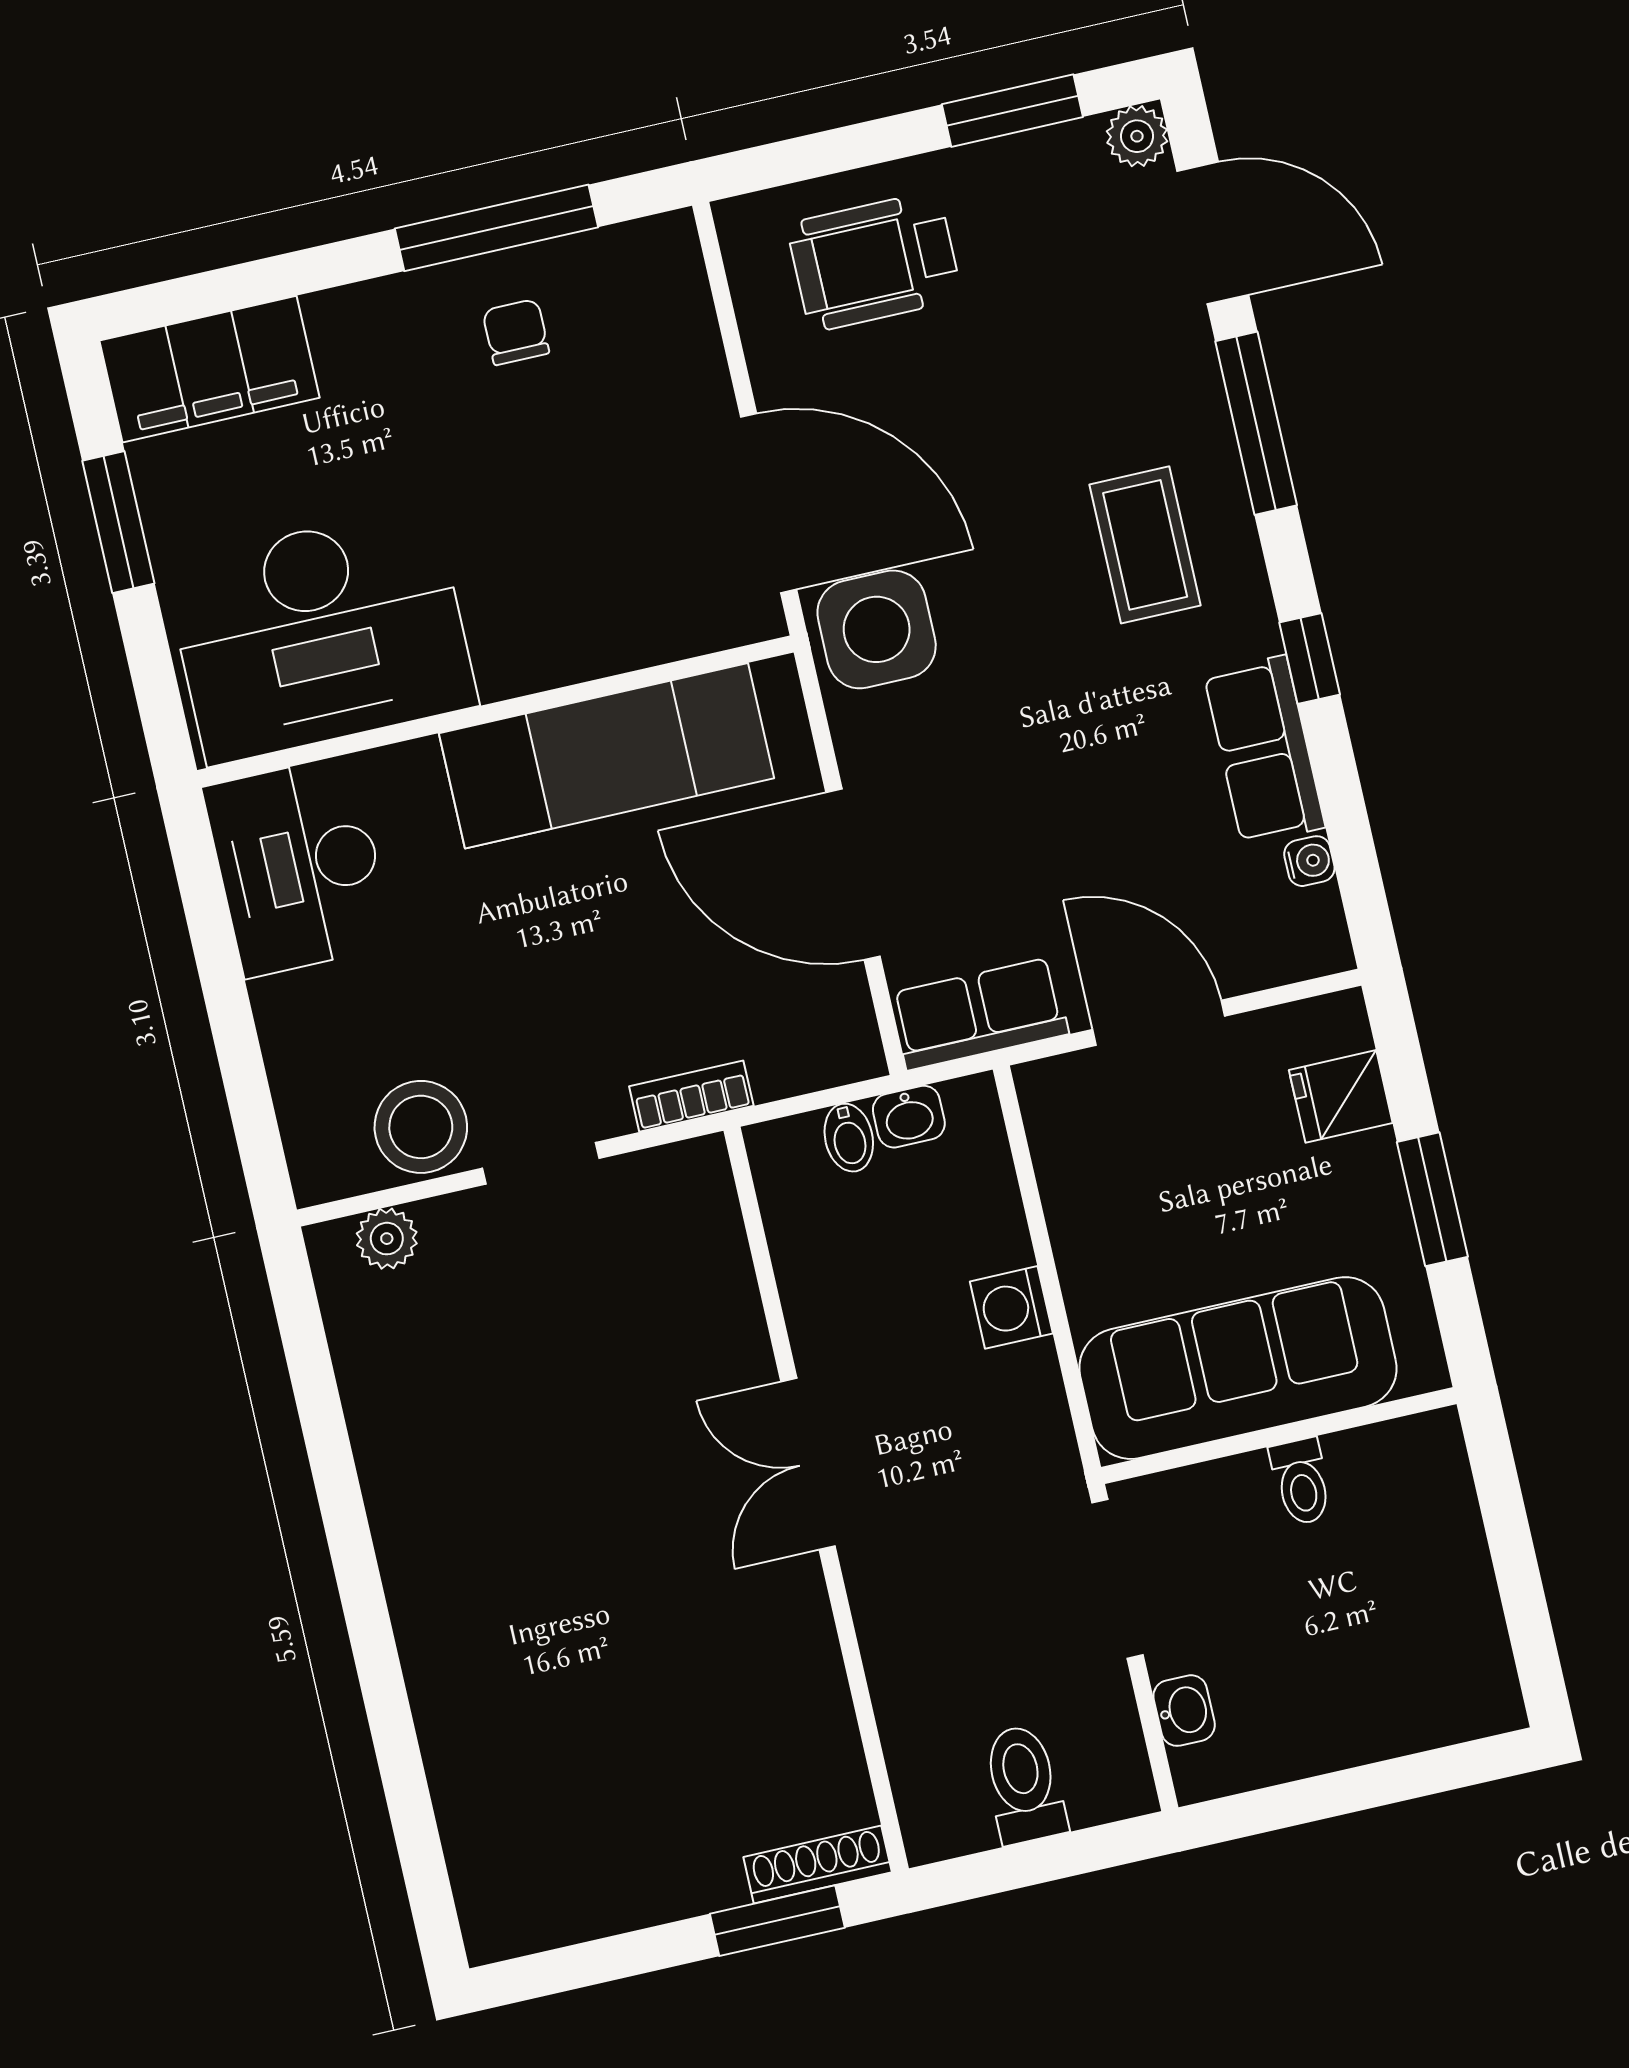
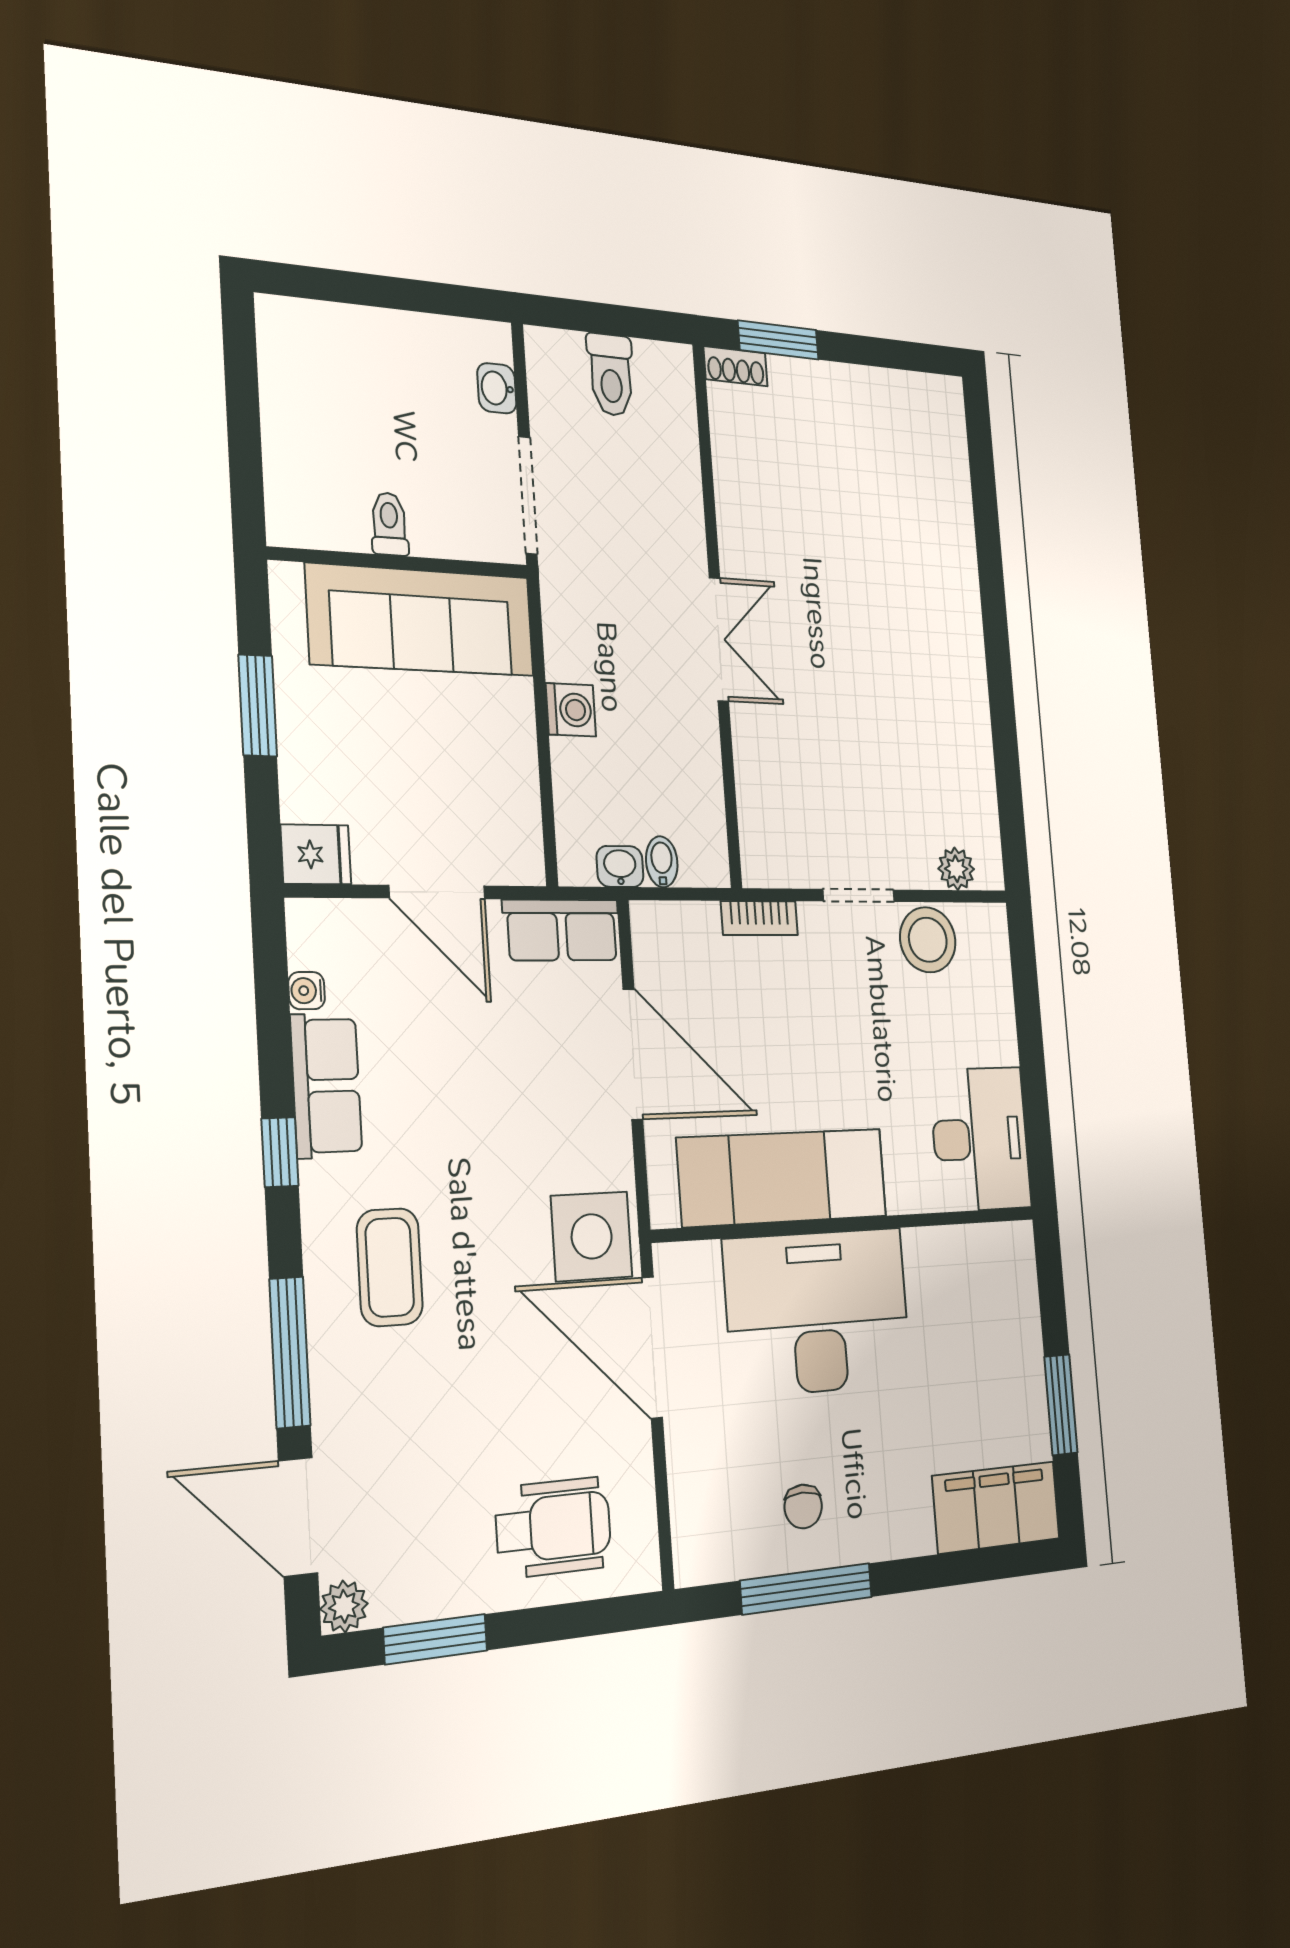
desk: (320, 635) -> (818, 1312), moved
fridge: (1341, 1096) -> (316, 854), moved
shoe rack: (818, 1865) -> (736, 366), width x0.70

